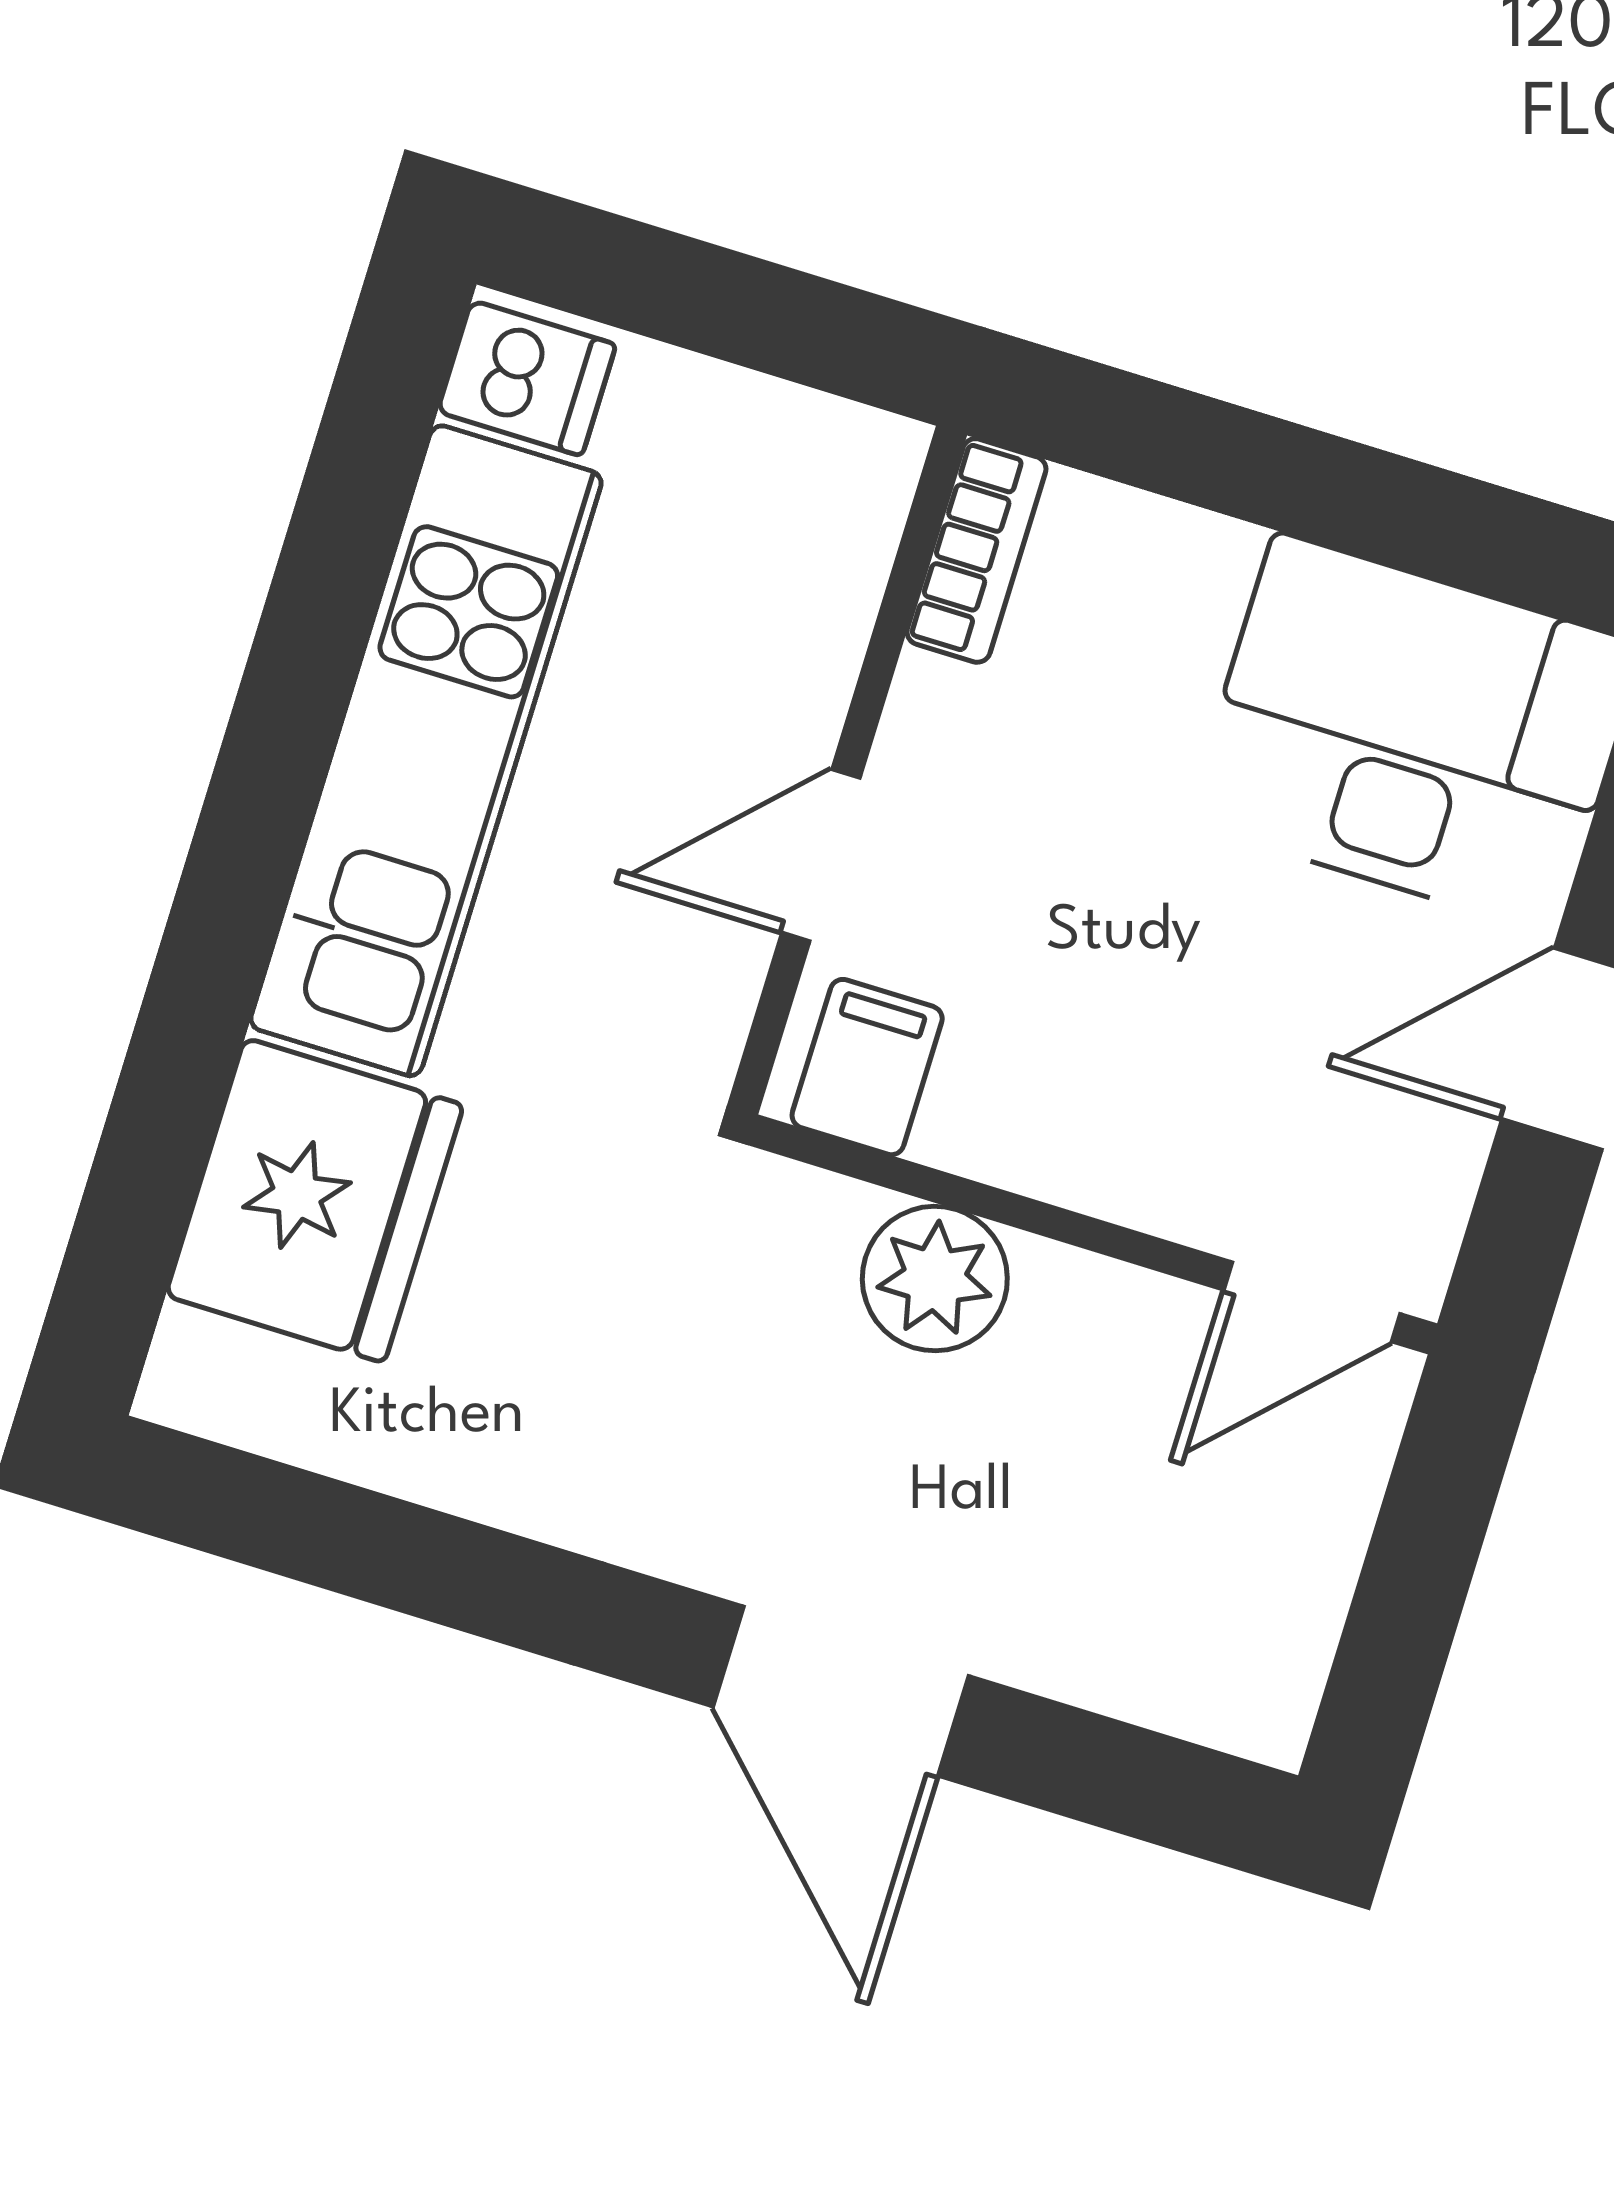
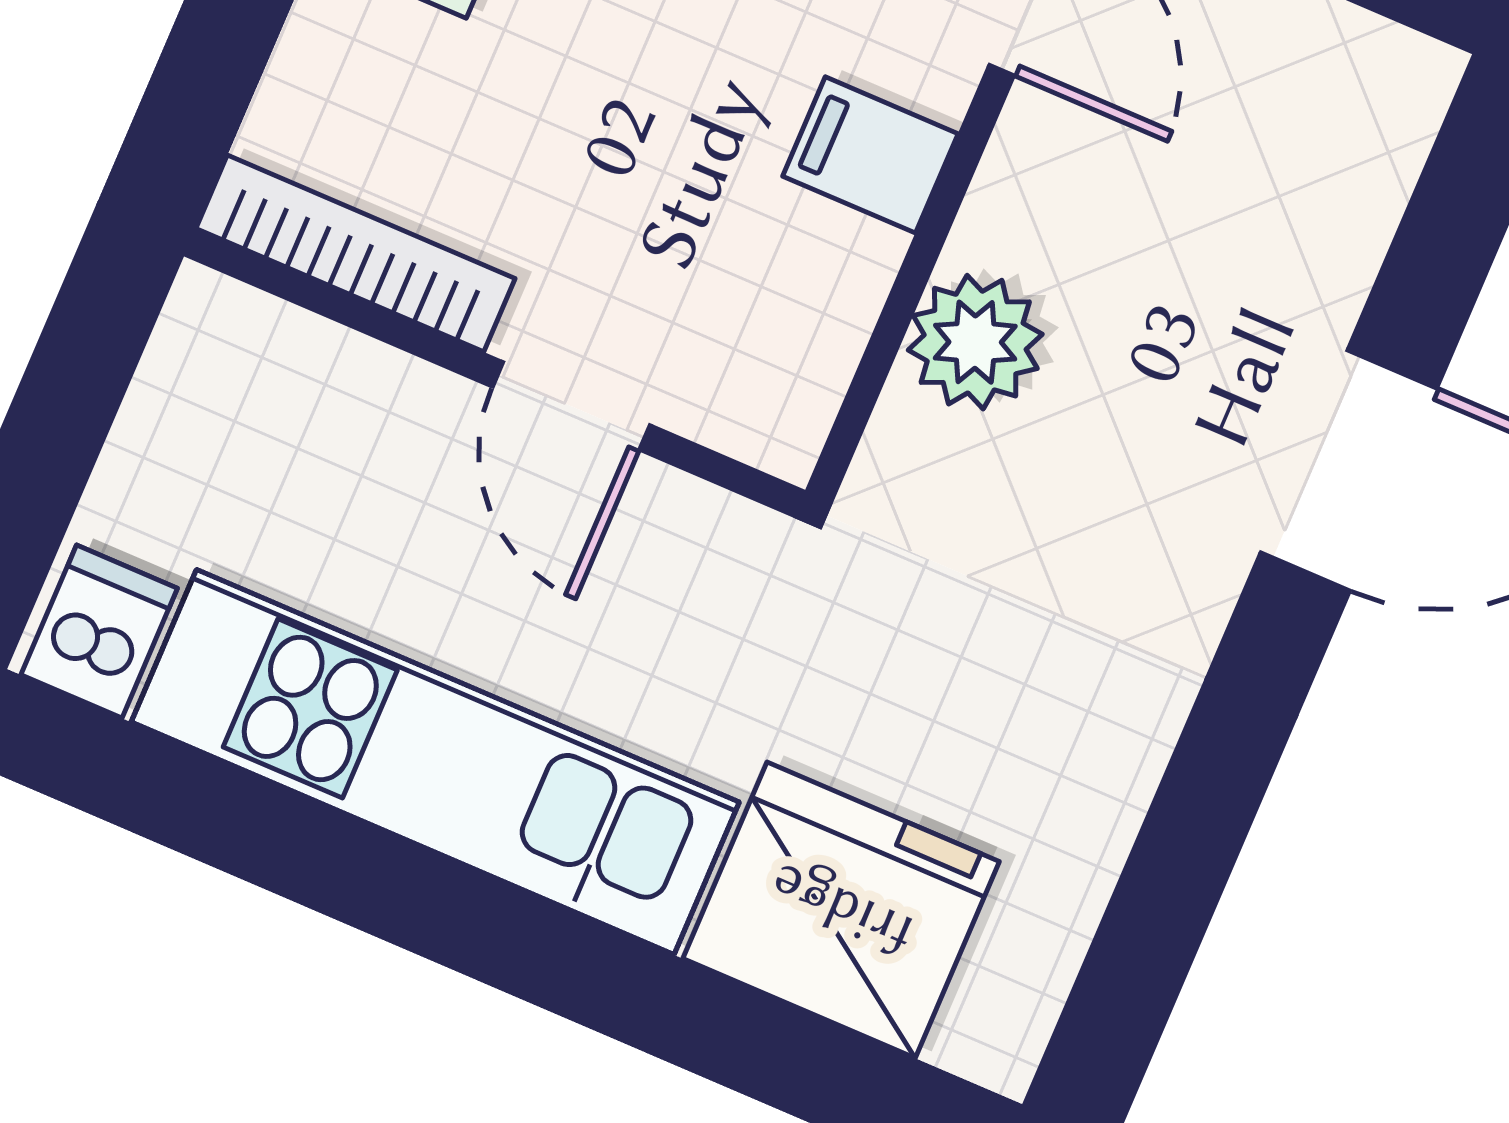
bookcase: (976, 550) -> (356, 253), width x1.56
filing cabinet: (867, 1067) -> (870, 155), moved

